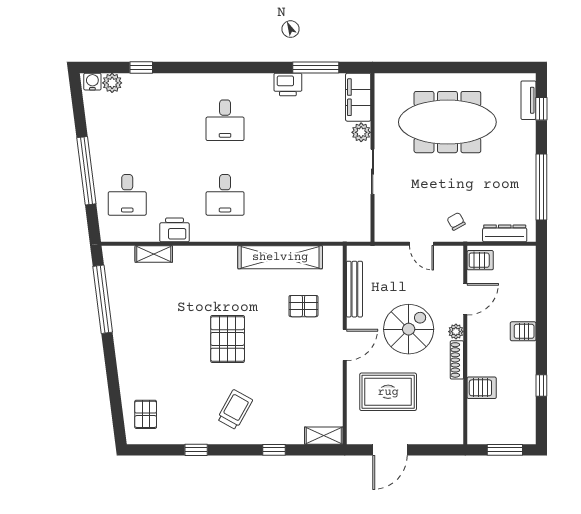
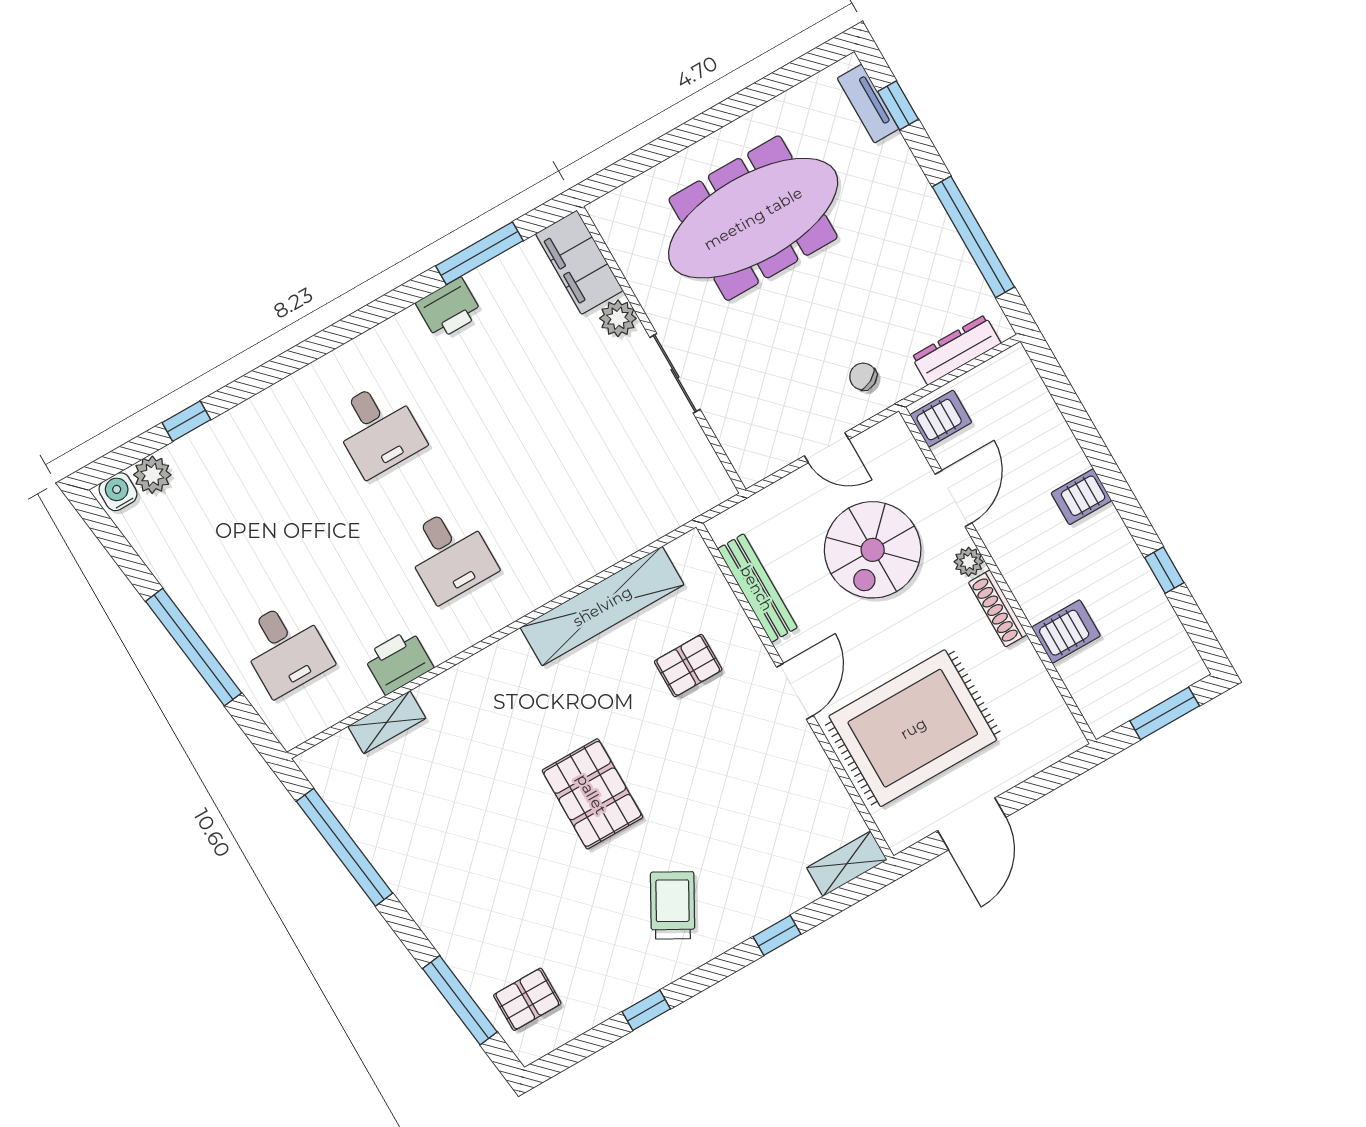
spiral stairs: (409, 329) -> (873, 550), moved, turned 180
rug: (388, 392) -> (913, 728), width x1.37, depth x1.44
window: (115, 397) -> (460, 1000), added
pallet: (146, 414) -> (527, 999), turned 90

